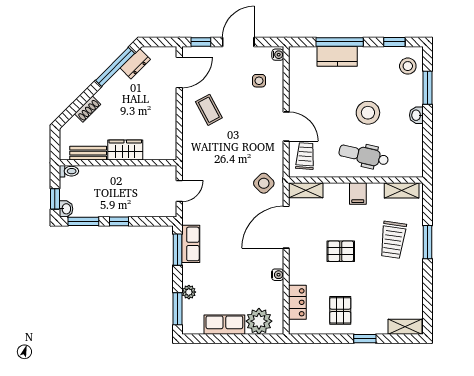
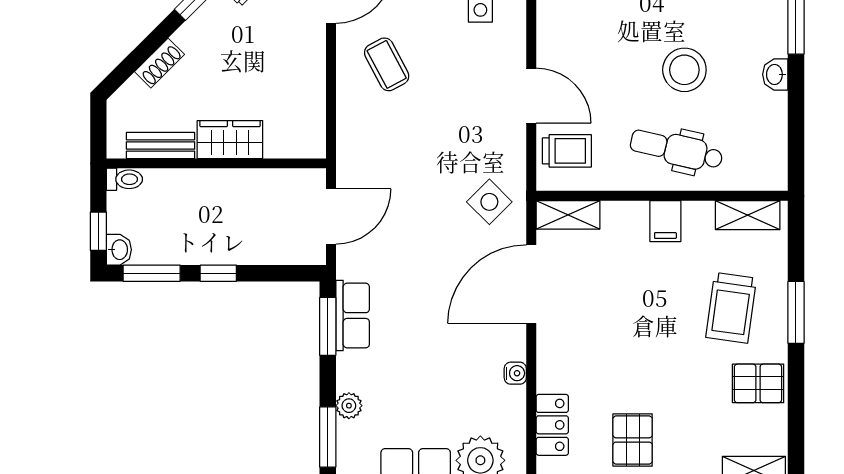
trolley: (305, 156) -> (567, 151), turned 86
door: (179, 191) -> (331, 216), width x1.38
pallet: (341, 251) -> (758, 383), moved

